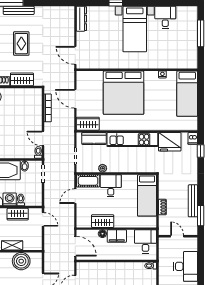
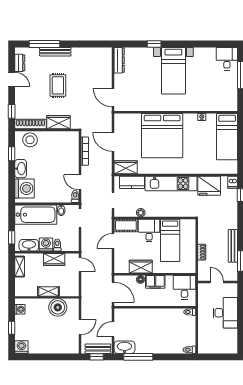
desk: (165, 17) -> (227, 59), moved
bed: (147, 195) -> (170, 240), moved

